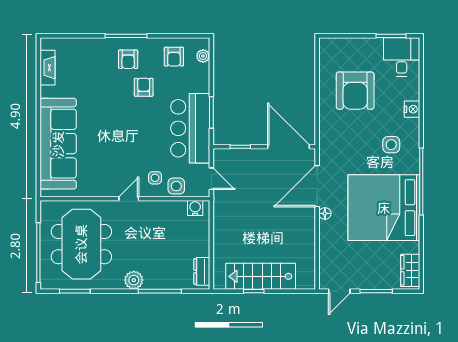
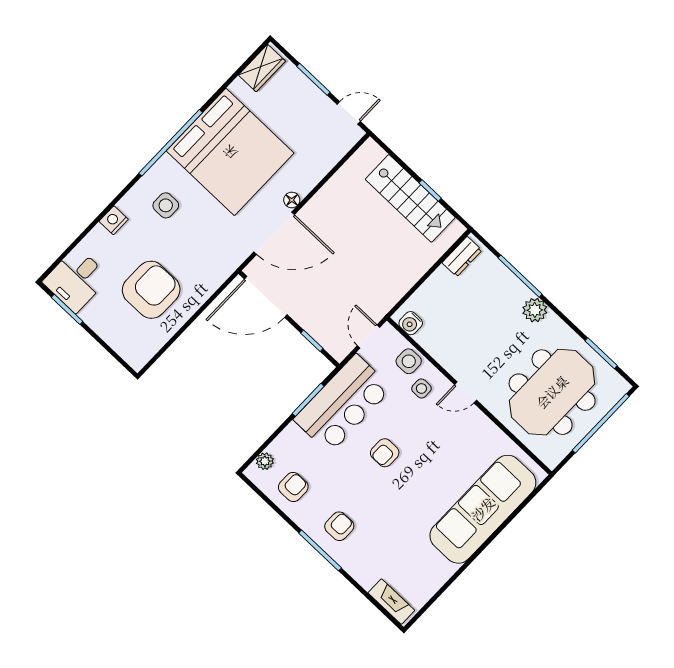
fireplace: (48, 68) -> (391, 602), moved, turned 90
armchair: (144, 87) -> (385, 453), moved
door: (289, 147) -> (266, 297), hinge flipped

